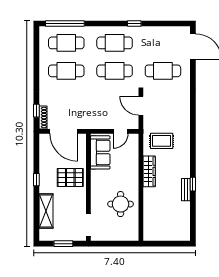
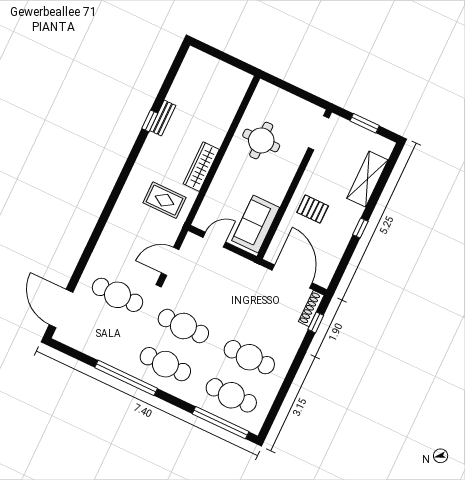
window: (134, 23) -> (126, 378), width x3.17
door: (141, 106) -> (170, 261), swing flipped
pallet: (70, 178) -> (313, 209), width x0.67, depth x0.71

